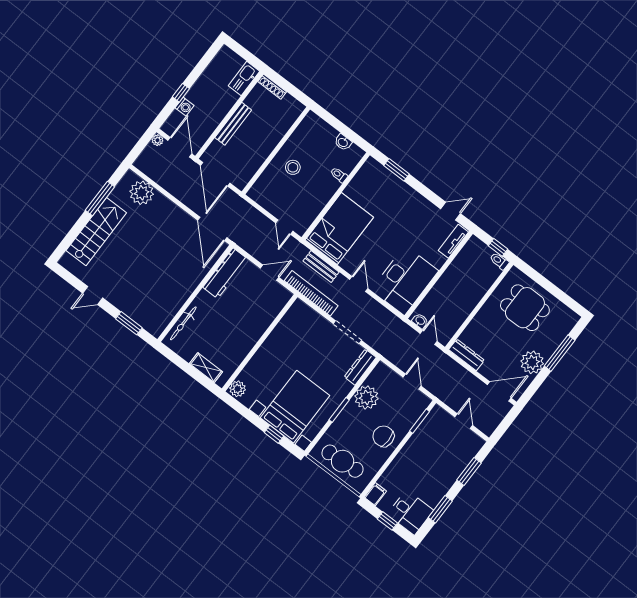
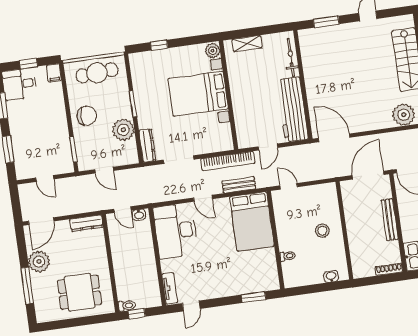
washbasin: (343, 142) -> (331, 276), moved
door: (215, 174) -> (368, 175), hinge flipped
workbench: (225, 273) -> (293, 110), width x1.36, depth x1.32
bed with nightstands: (295, 407) -> (198, 94), moved, turned 90

